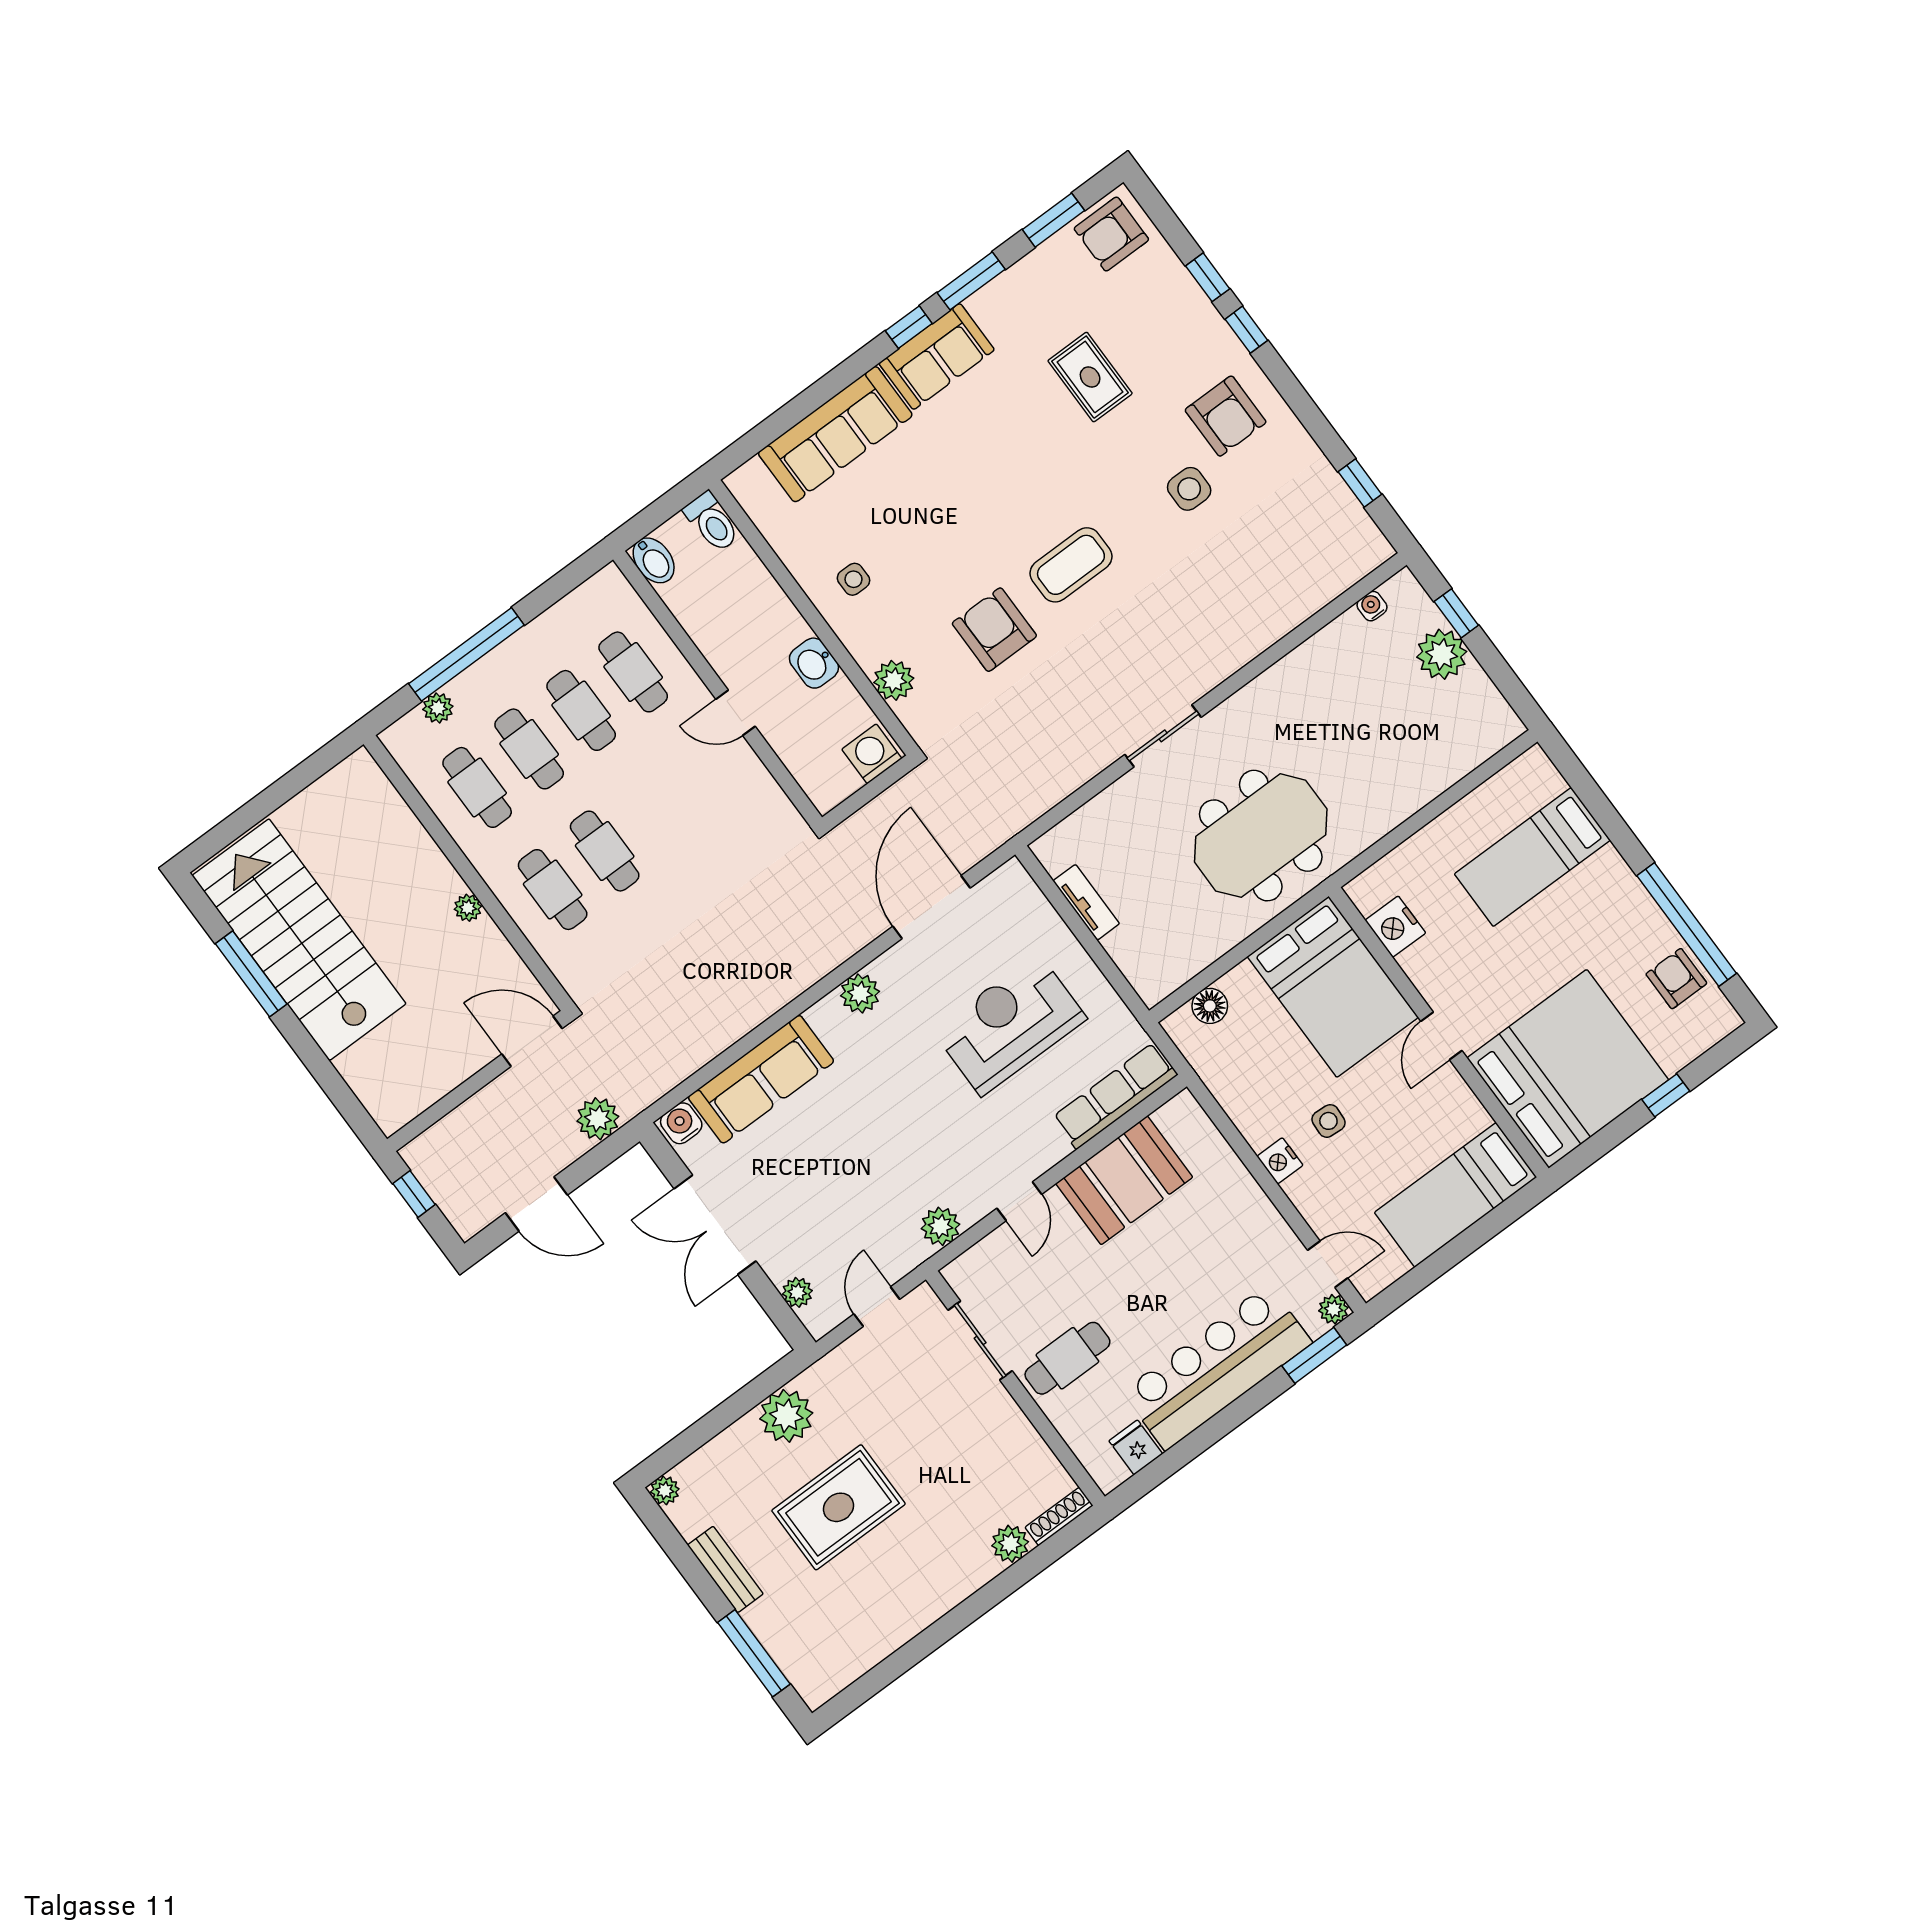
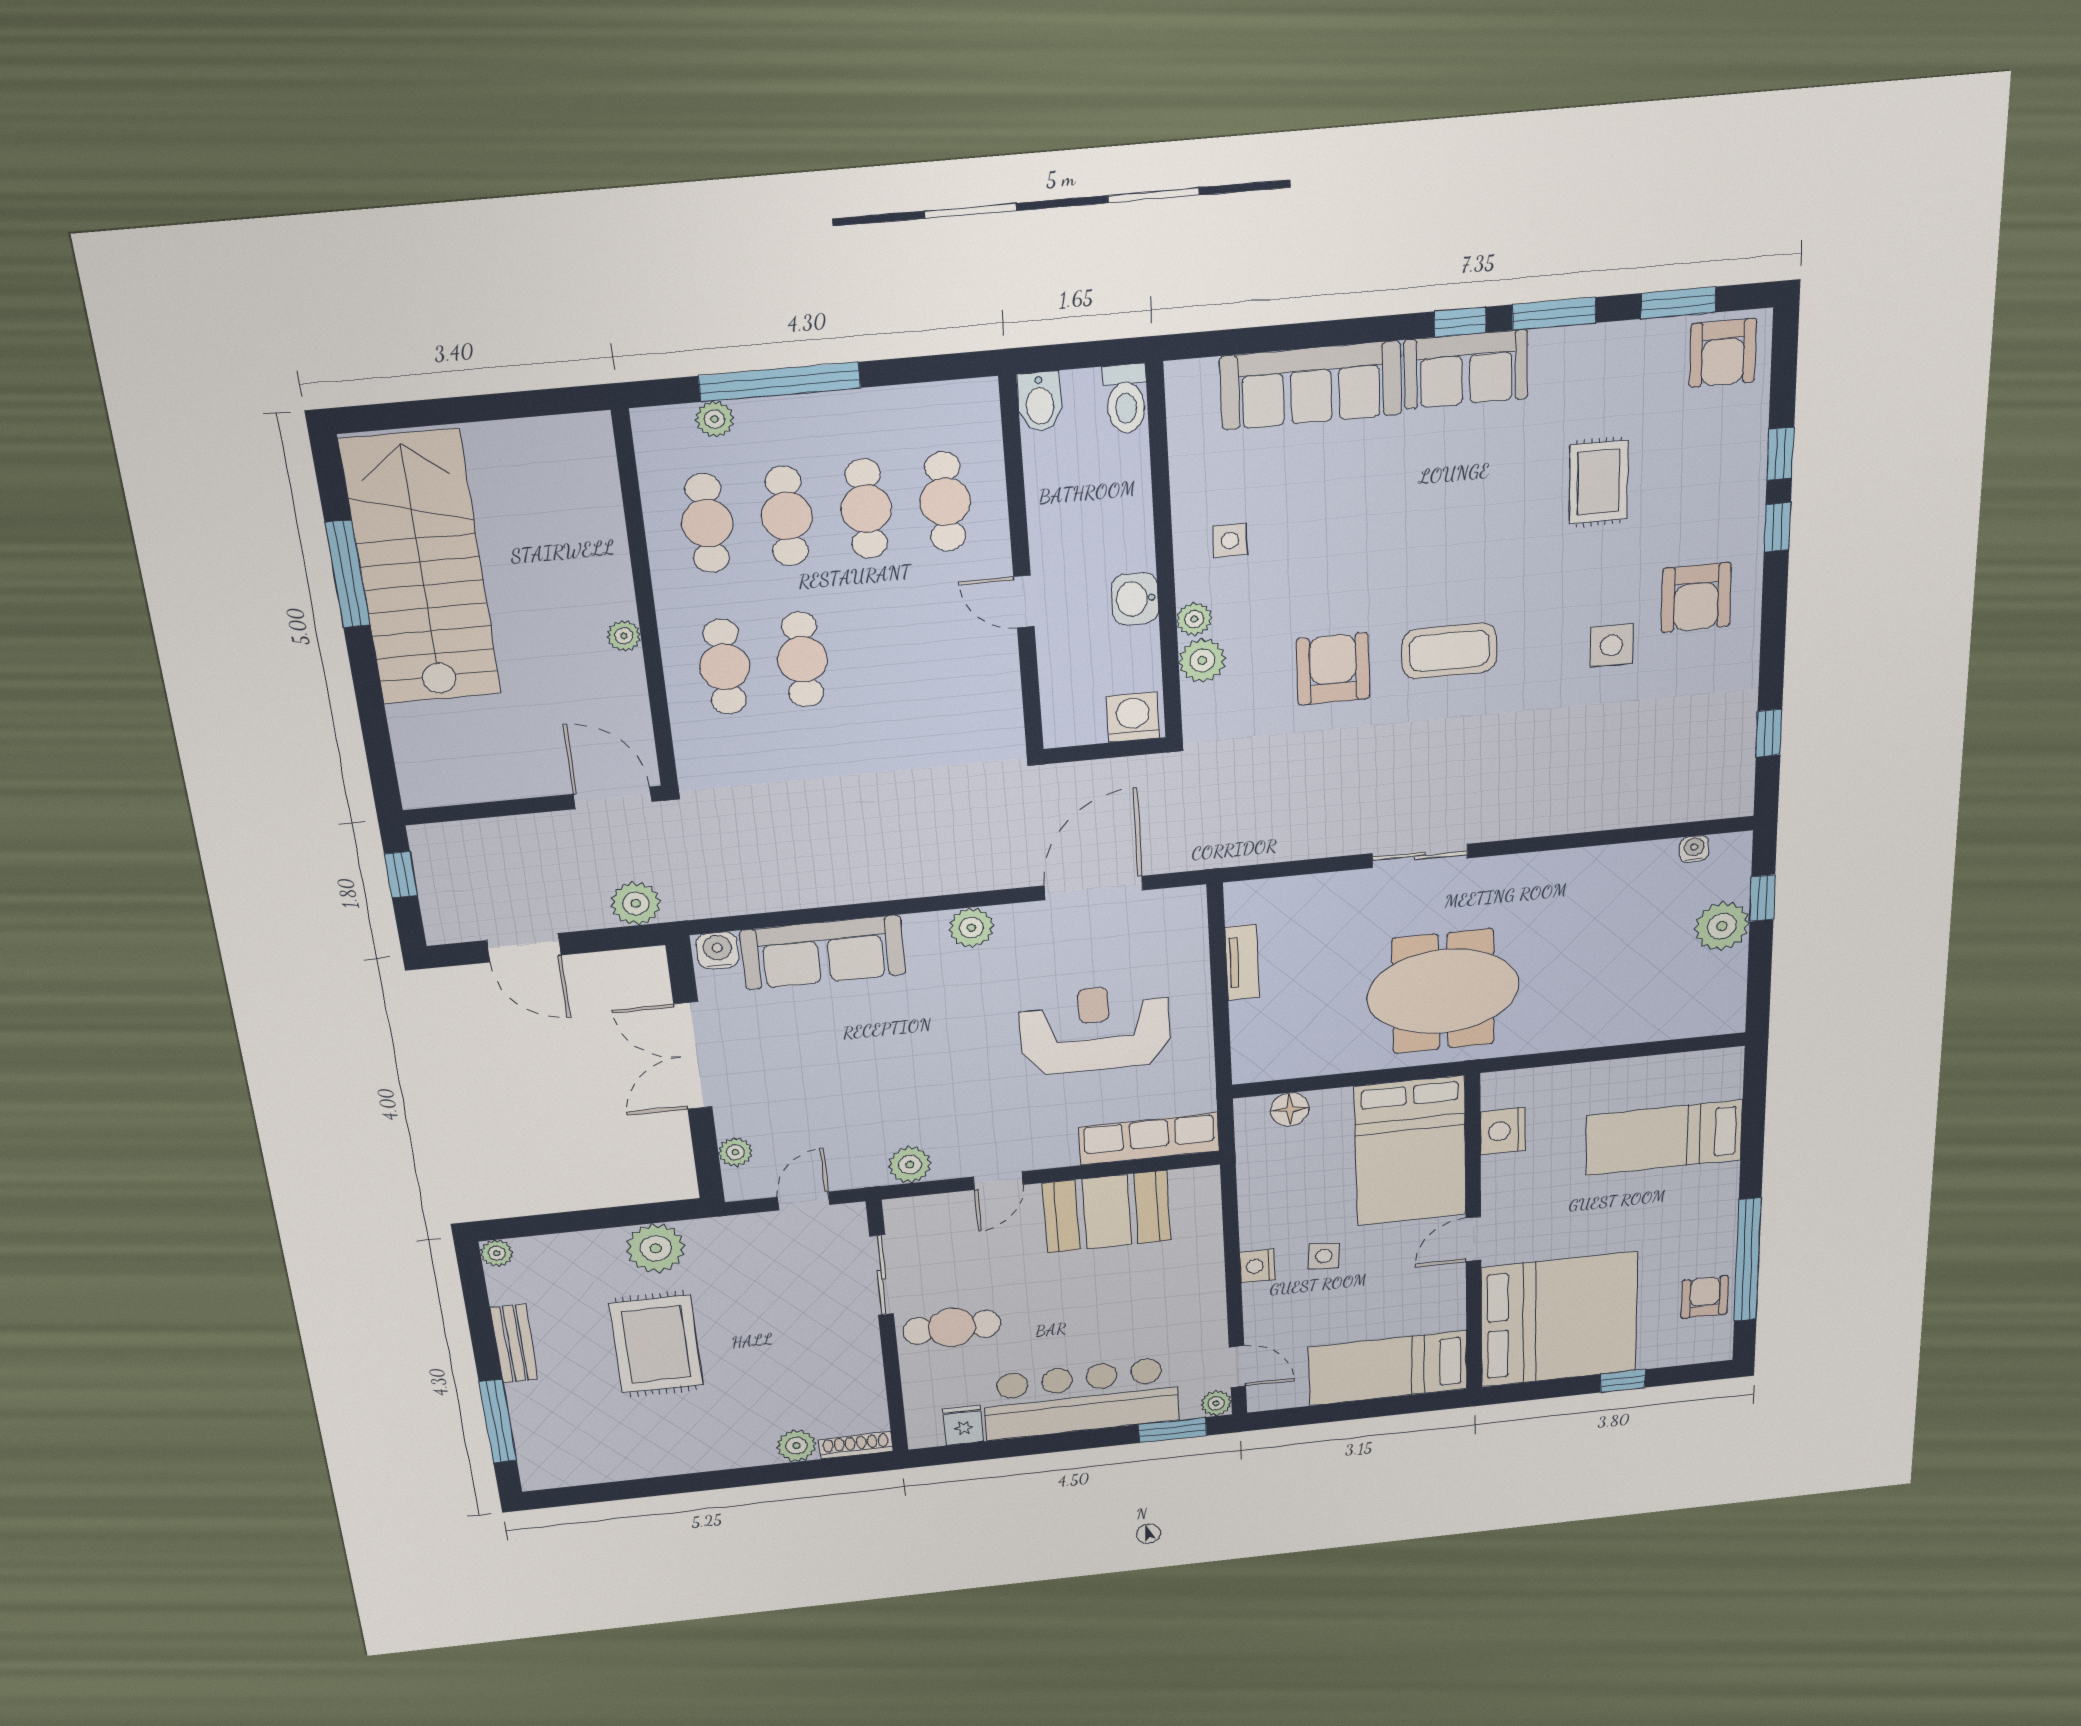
armchair: (1111, 234) -> (1723, 353), turned -90
plant: (867, 653) -> (1194, 619), added
rug: (839, 1507) -> (656, 1344), turned 90

